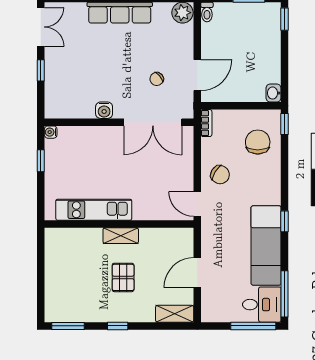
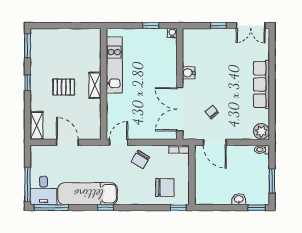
washbasin: (274, 93) -> (239, 199), moved

